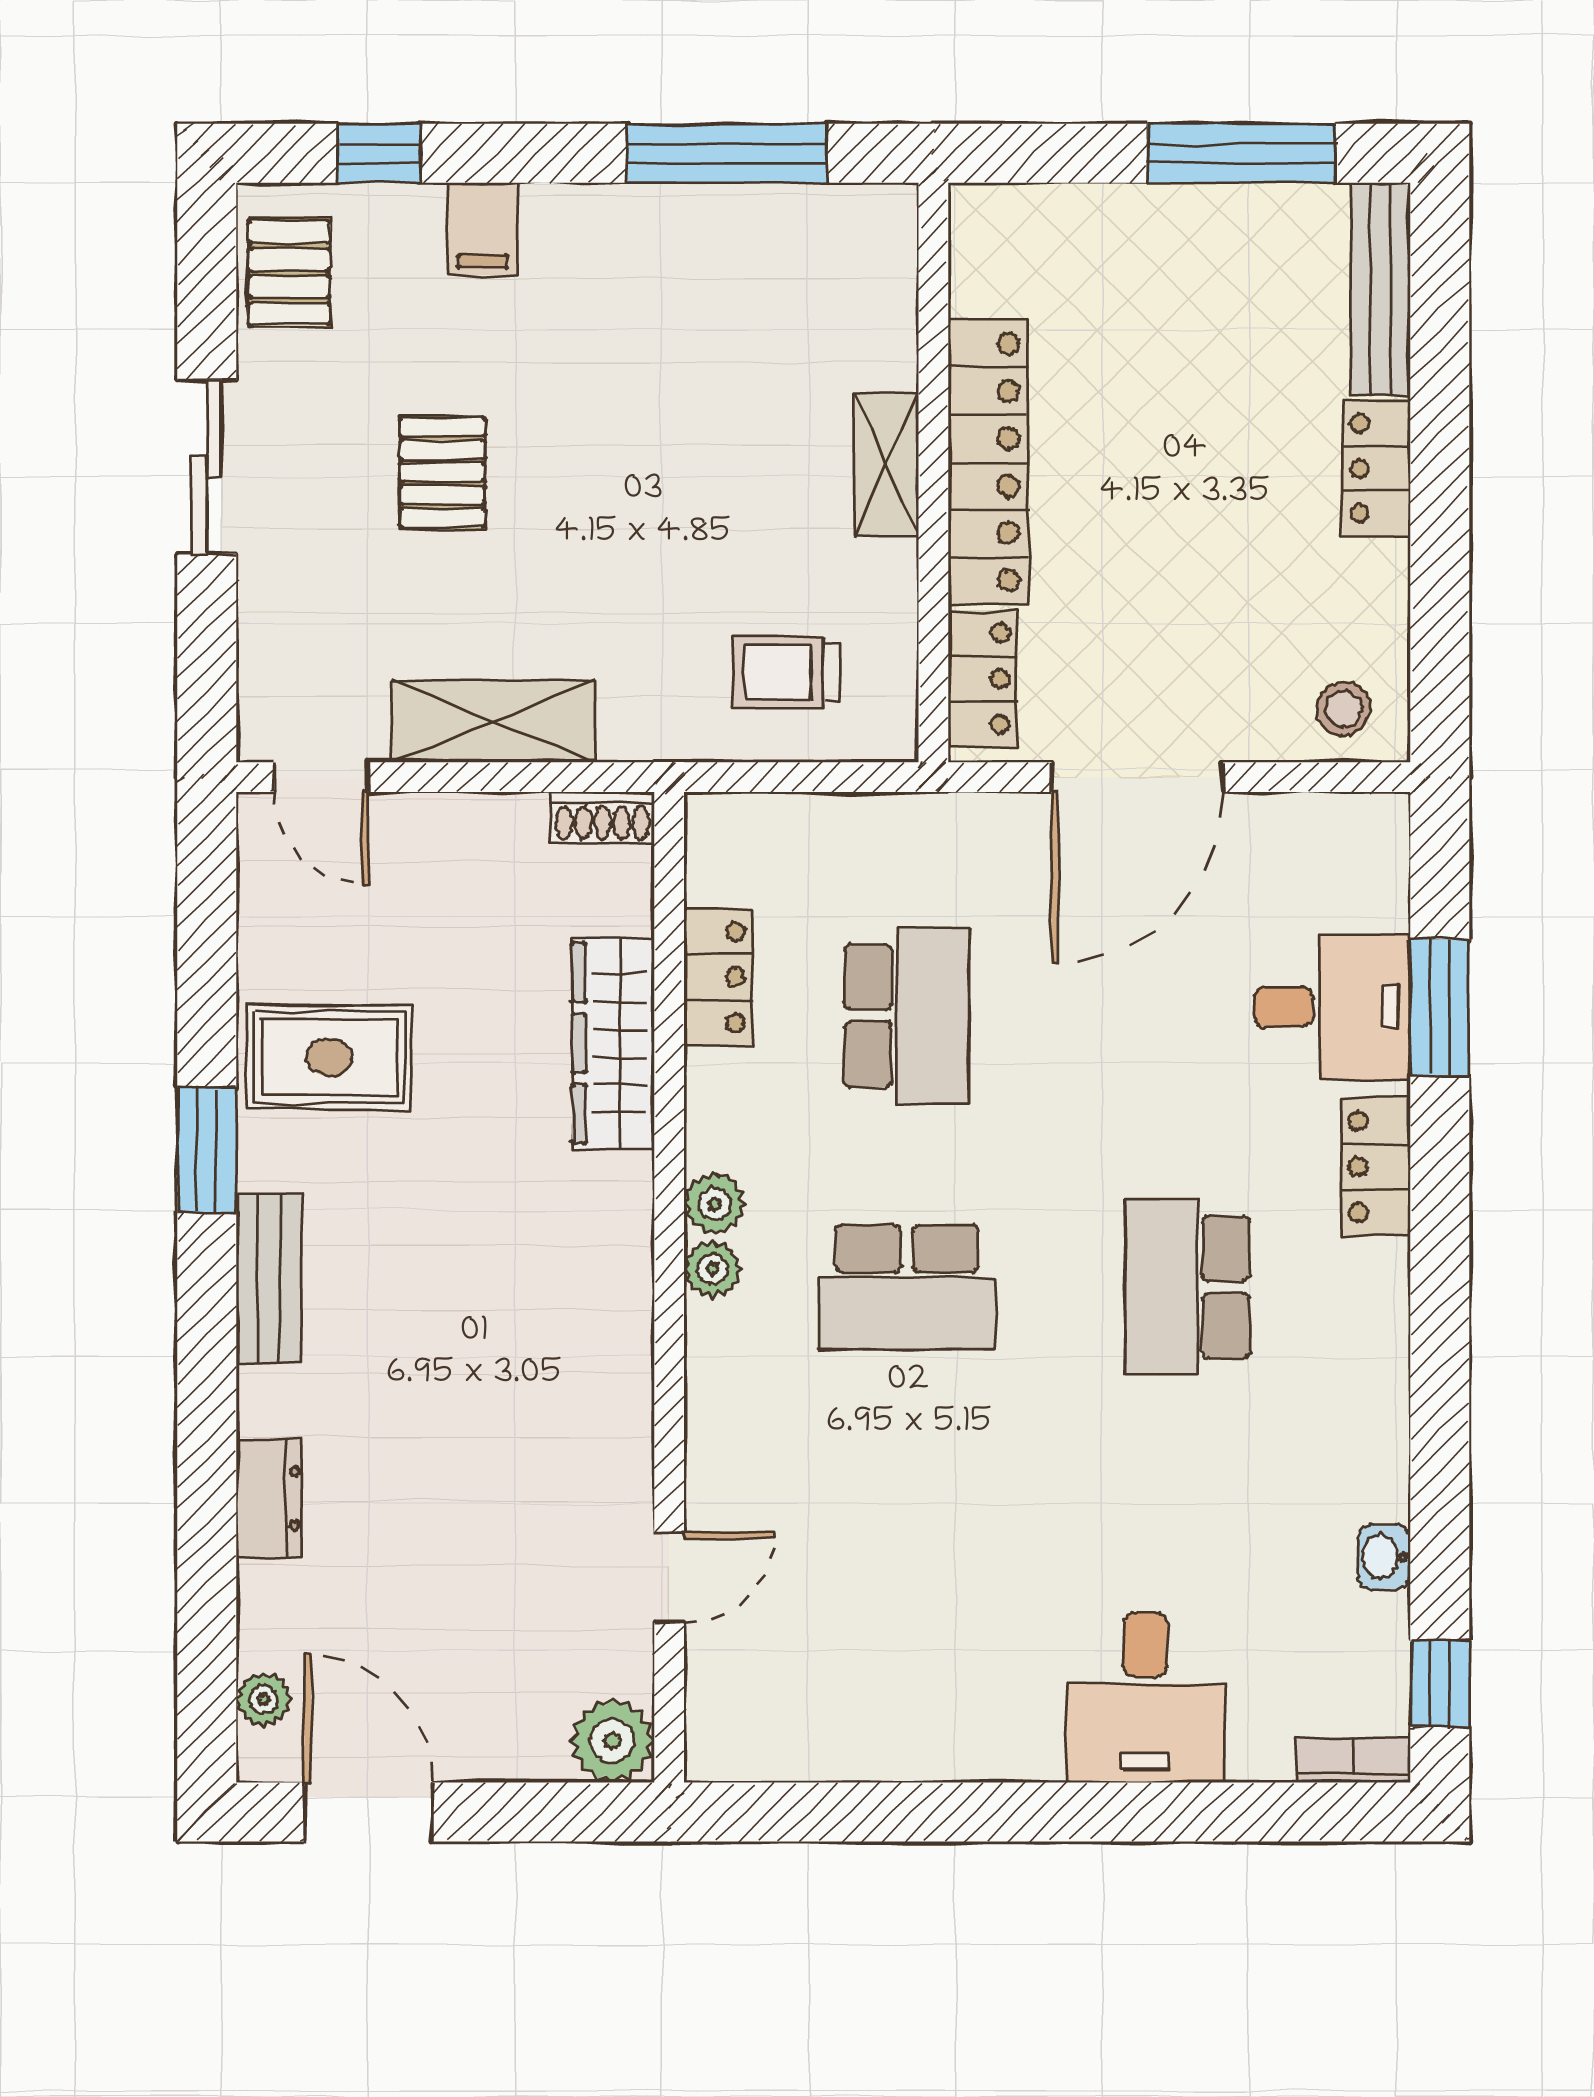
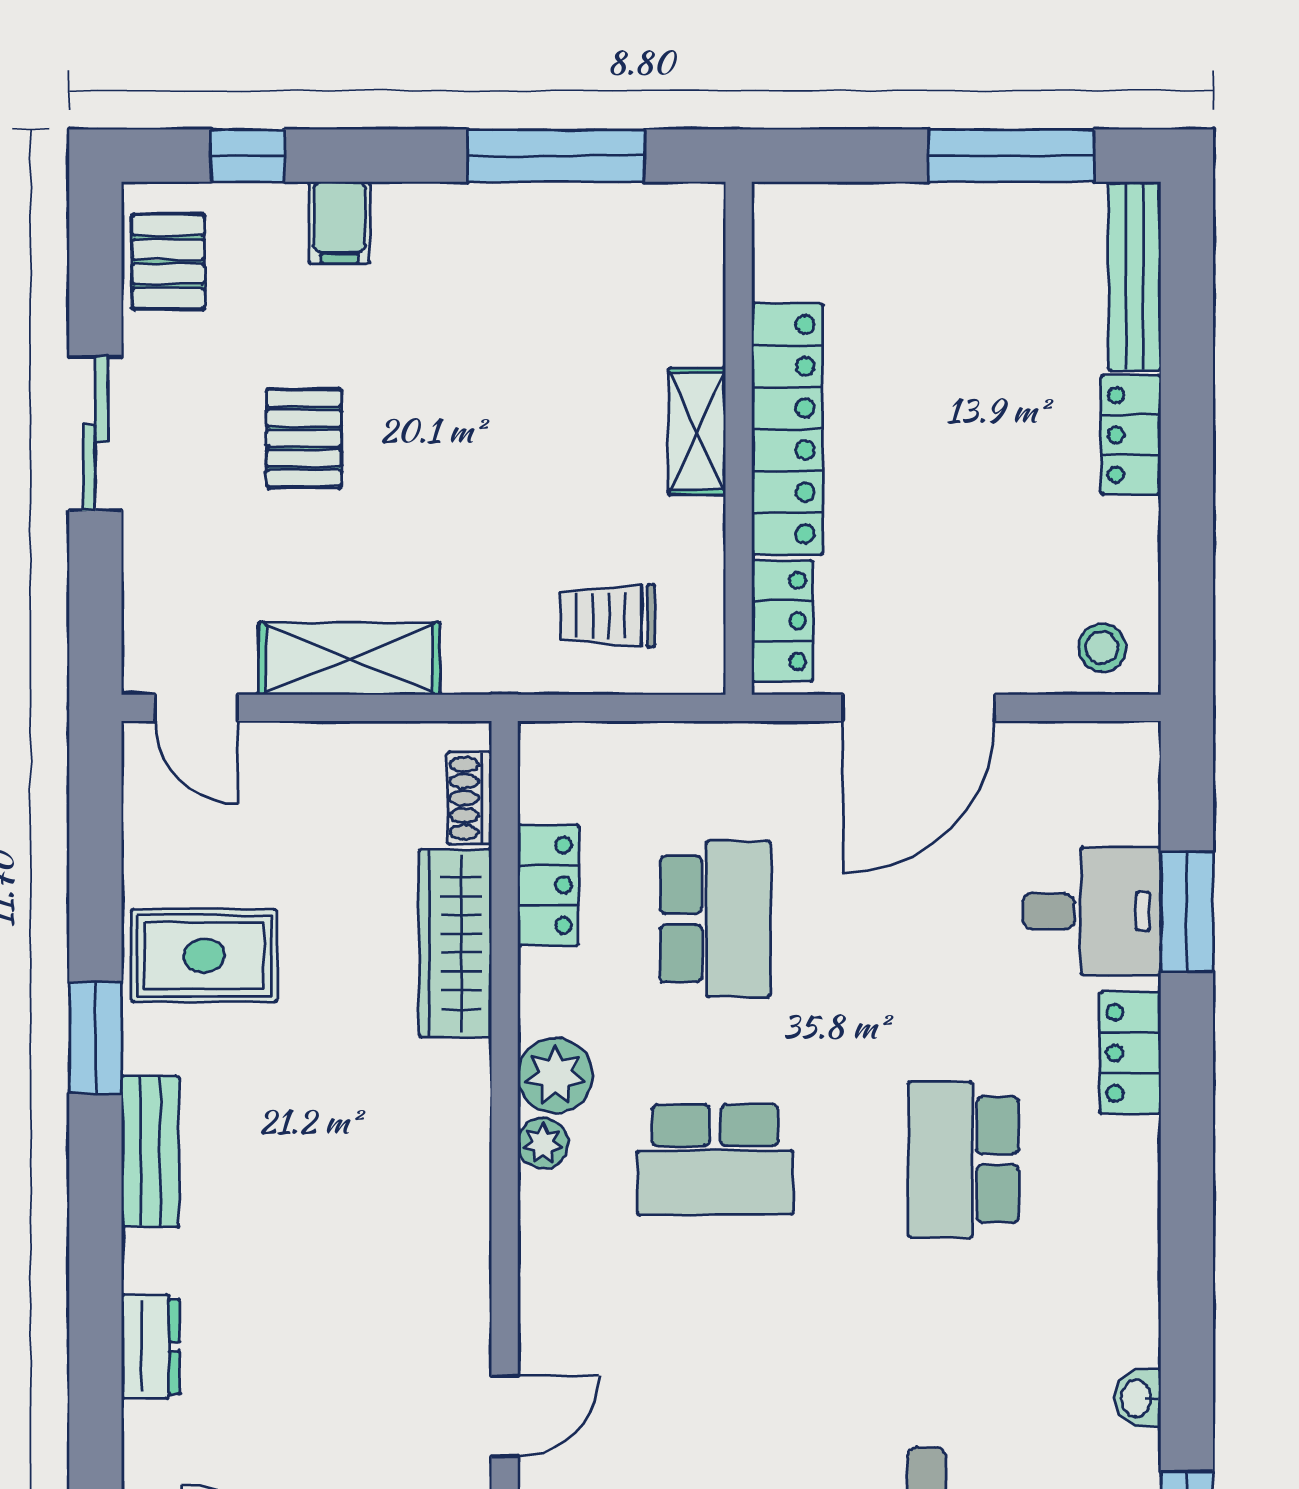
shoe rack: (603, 817) -> (469, 798), moved, turned 90
plant: (715, 1204) -> (555, 1075), width x1.38, depth x1.38

